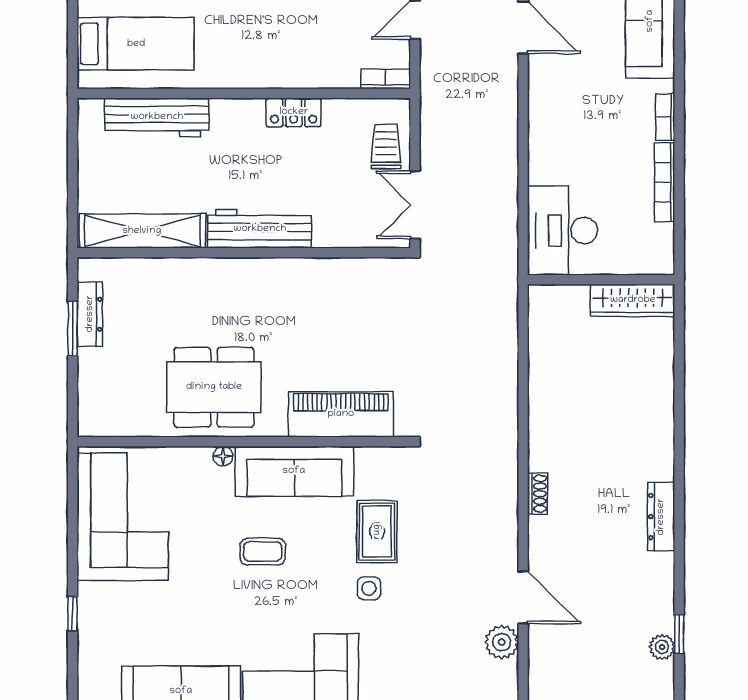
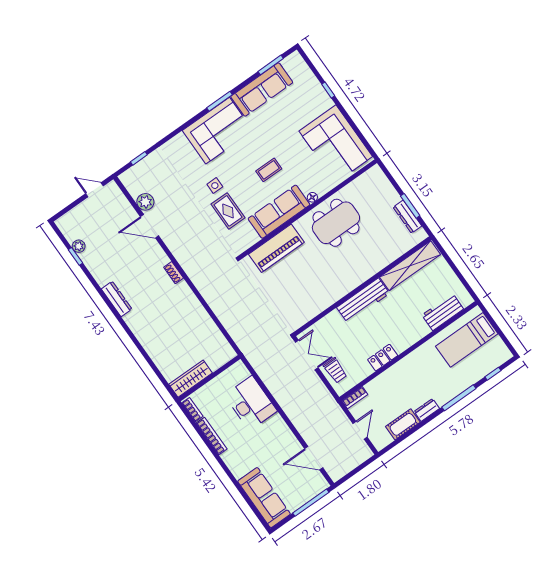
workbench: (157, 117) -> (443, 312), width x0.73
bookcase: (665, 117) -> (192, 410), moved
desk: (563, 231) -> (251, 403), moved

